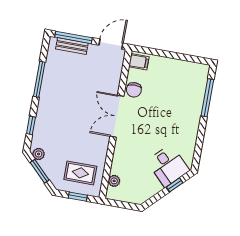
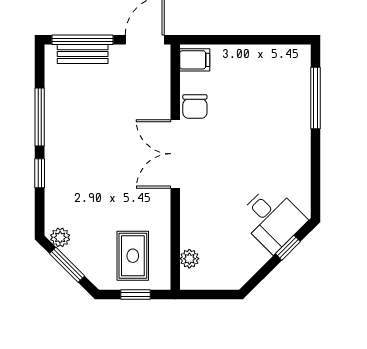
window: (31, 125) -> (40, 173), moved
rug: (80, 173) -> (133, 256), turned 90

